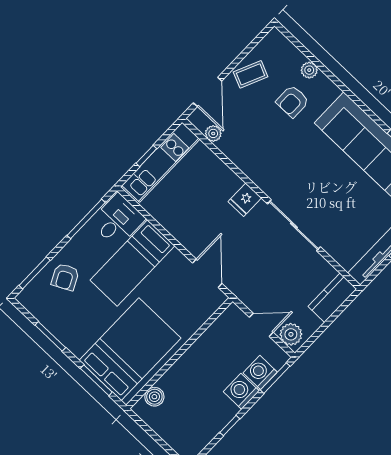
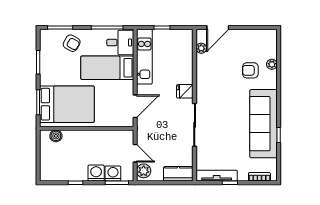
coffee table: (251, 74) -> (244, 39), removed
kitchen unit: (161, 162) -> (144, 57), moved, turned -90
armchair: (65, 277) -> (72, 43), turned -123

